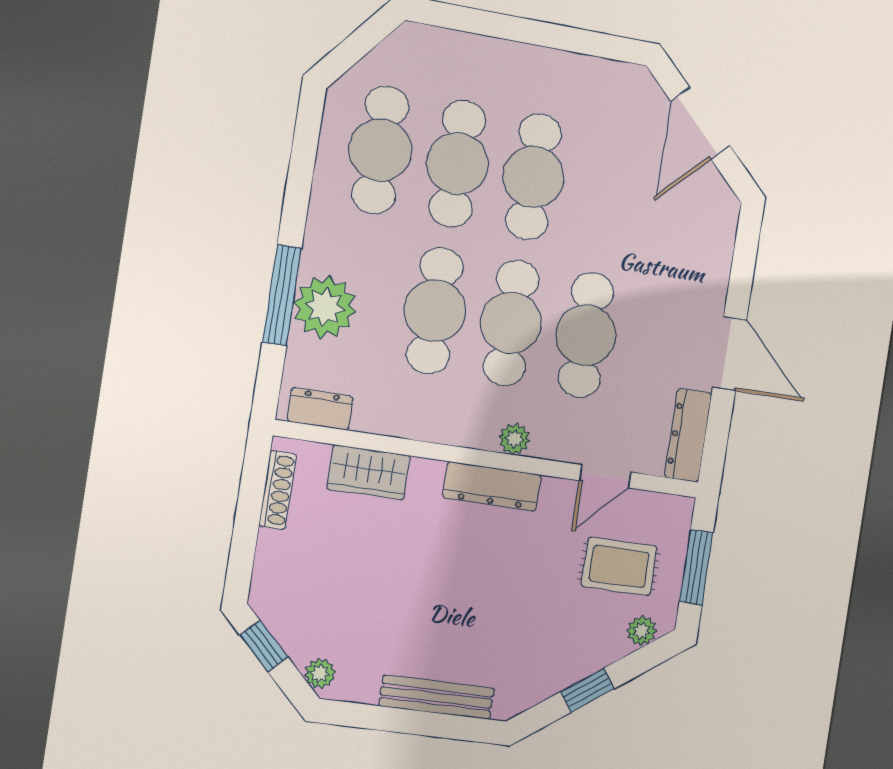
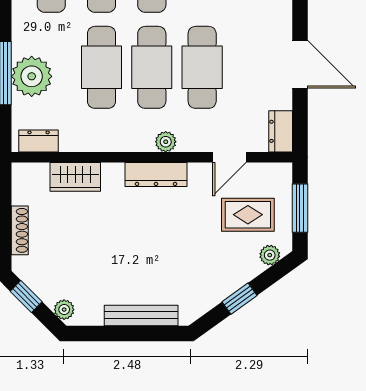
dresser: (688, 435) -> (281, 131), width x0.70
shoe rack: (278, 490) -> (20, 230), moved

